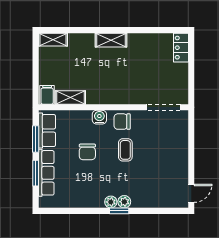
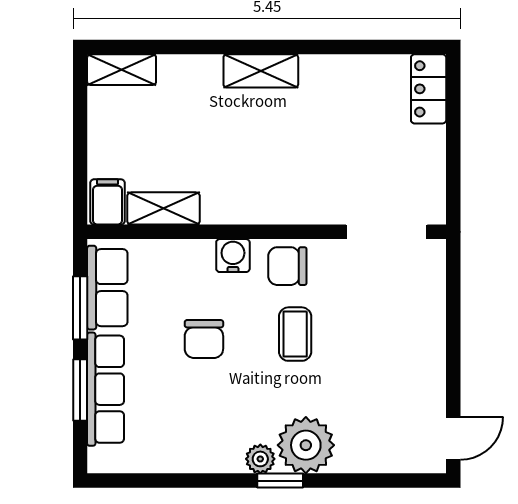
plant: (124, 202) -> (306, 445), width x1.88, depth x1.88

